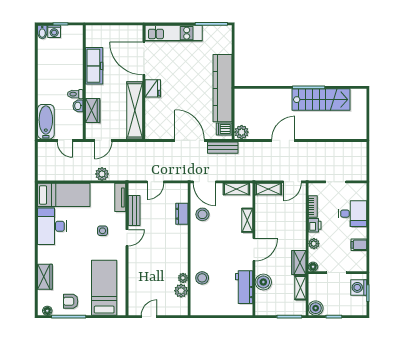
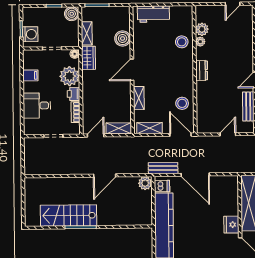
dresser: (182, 214) -> (202, 70), moved
plant: (314, 244) -> (69, 76), width x1.87, depth x1.87
workbench: (244, 287) -> (153, 14), moved, turned 90

